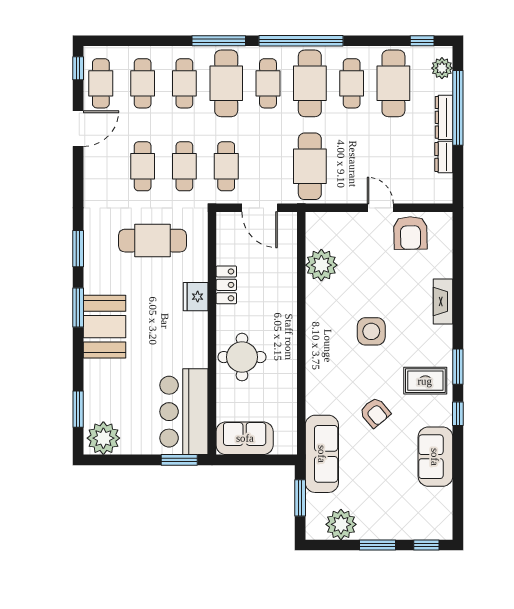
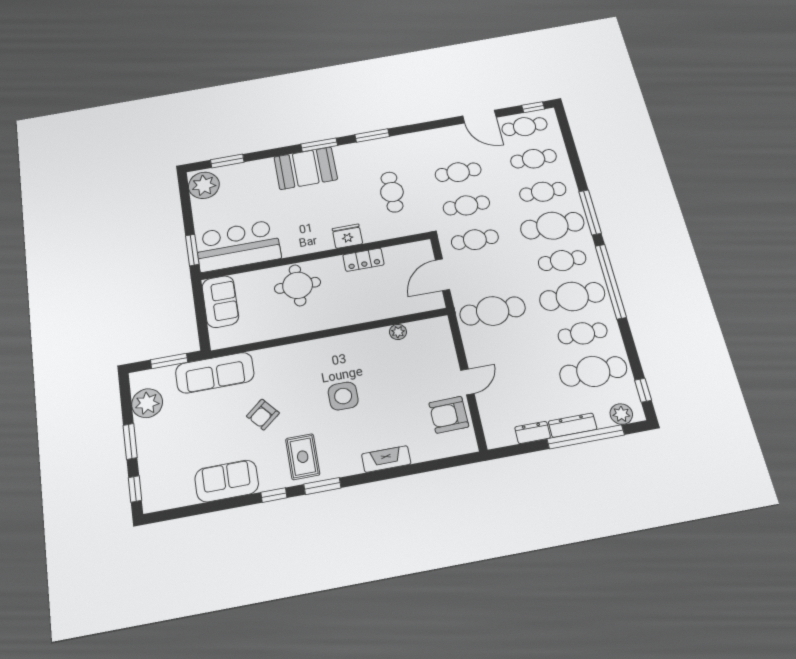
cafe table: (152, 241) -> (392, 192), width x0.73, depth x0.74
plant: (321, 265) -> (398, 332), width x0.53, depth x0.53

